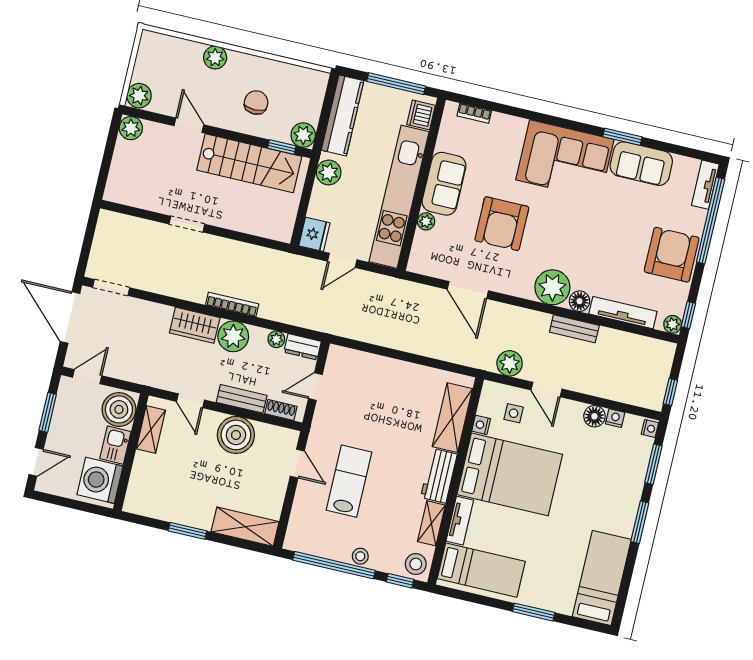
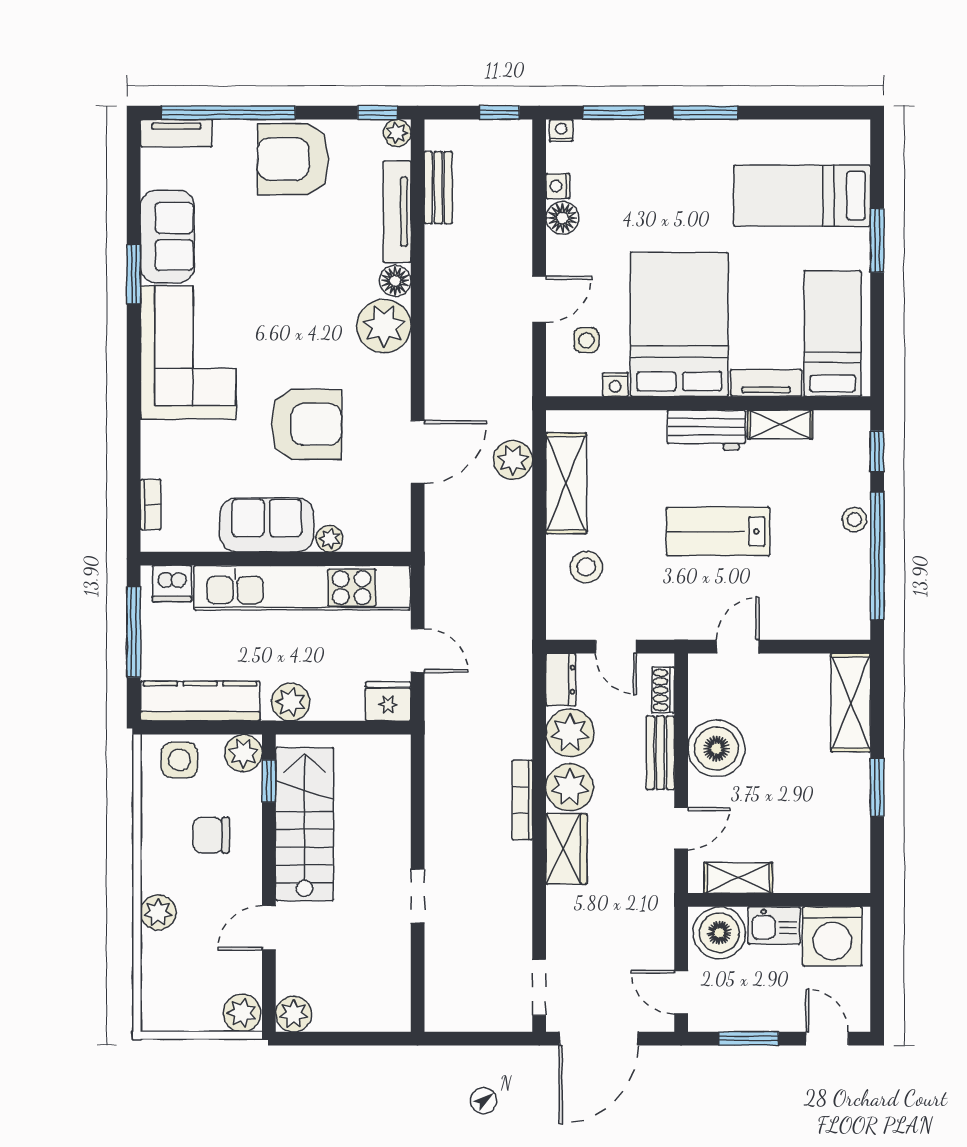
side table: (308, 94) -> (179, 760), added
bench: (574, 329) -> (438, 188), moved
plant: (276, 339) -> (570, 733), width x1.88, depth x1.88
plant: (510, 363) -> (513, 460), moved
shelving: (452, 418) -> (566, 483), moved, turned 90
lab bench: (349, 481) -> (718, 531), moved
stool: (416, 564) -> (586, 567), moved
bed: (602, 578) -> (802, 196), moved

